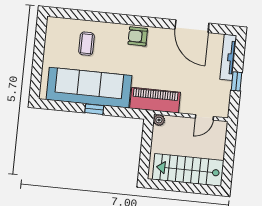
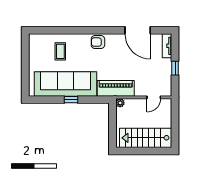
tv unit: (228, 57) -> (167, 46), width x0.71

